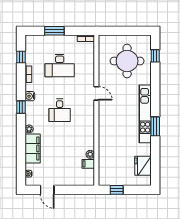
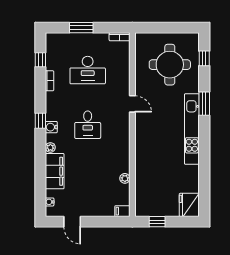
water cooler: (30, 96) -> (51, 127), moved
window: (155, 126) -> (204, 104), moved
filing cabinet: (88, 164) -> (122, 211), moved
fridge: (143, 166) -> (189, 205), moved

